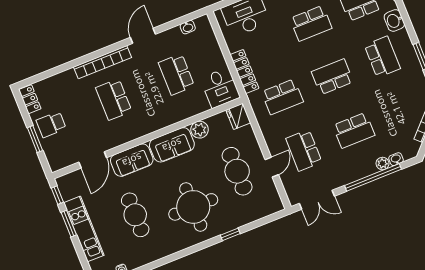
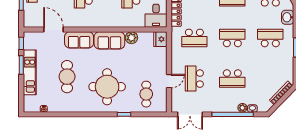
school desk: (382, 57) -> (270, 38), turned -90
door: (93, 160) -> (54, 30), swing flipped
cafe table: (237, 171) -> (146, 94), moved, width x0.73, depth x0.74

